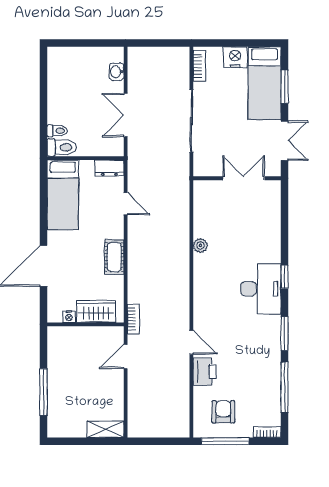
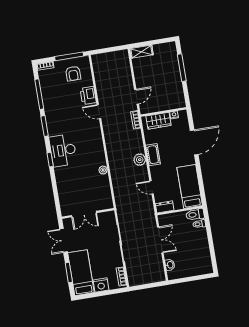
plant: (138, 253) -> (140, 160), added

